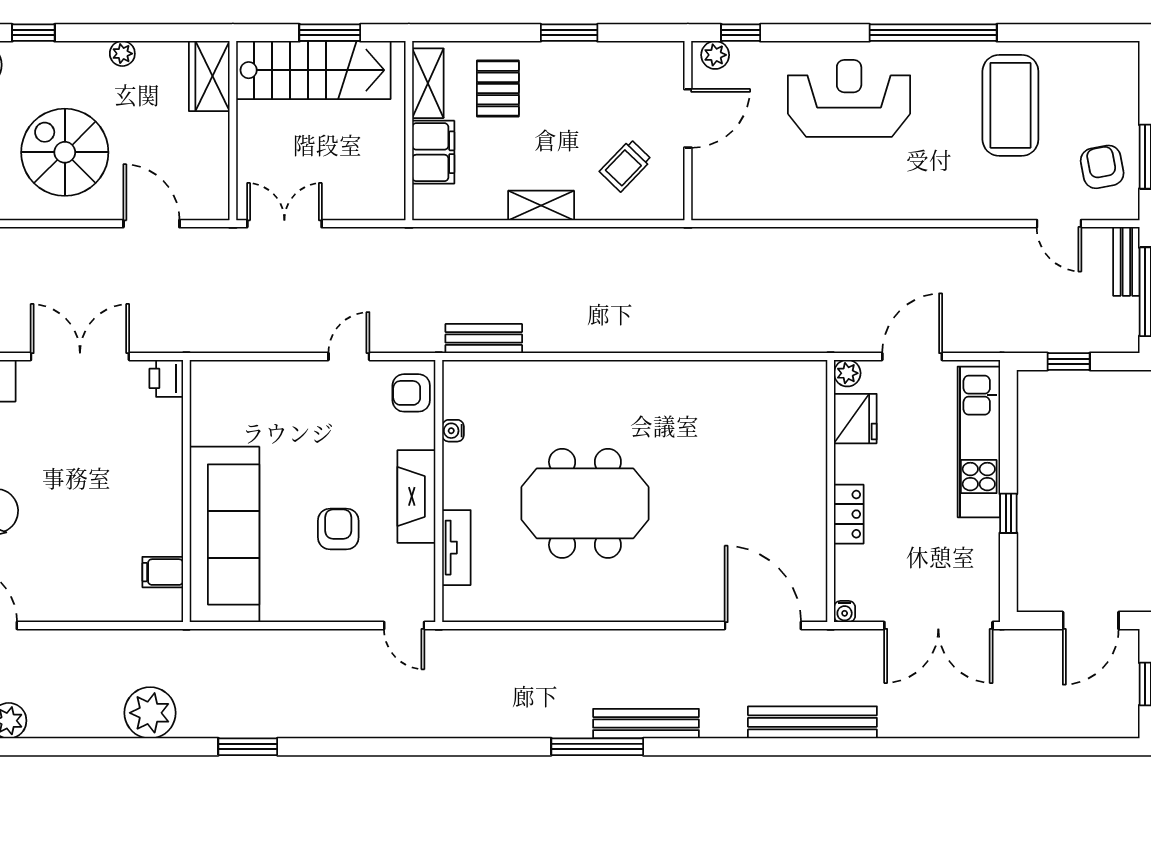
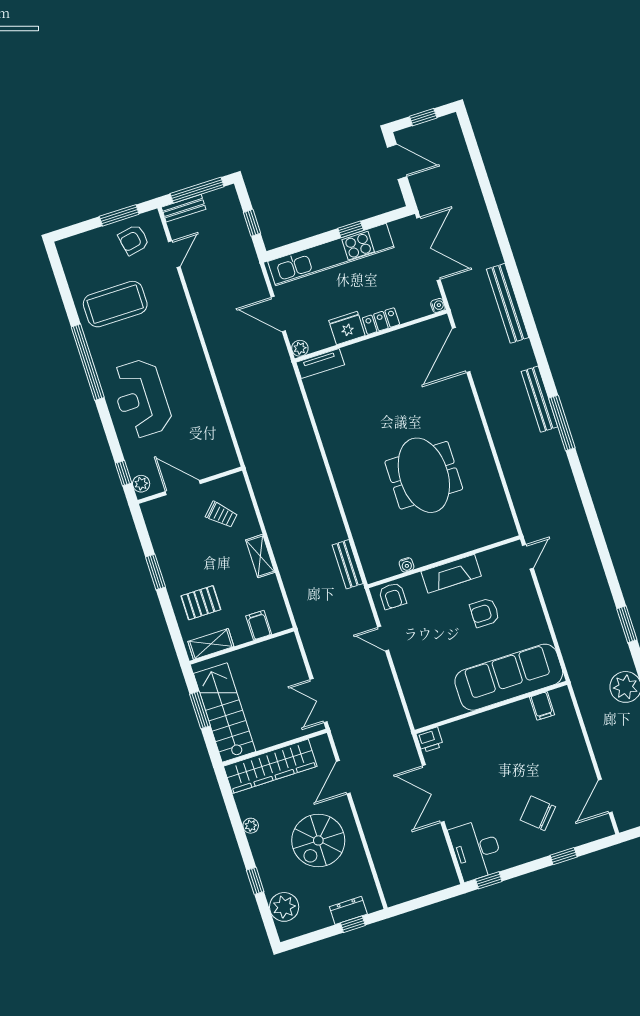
wardrobe: (209, 76) -> (270, 766), width x2.10, depth x1.17
filing cabinet: (433, 152) -> (259, 625), width x0.50
fridge: (855, 419) -> (347, 328), moved
kitchen unit: (979, 442) -> (331, 255), width x1.36
tv unit: (456, 548) -> (320, 364), moved, turned 180

